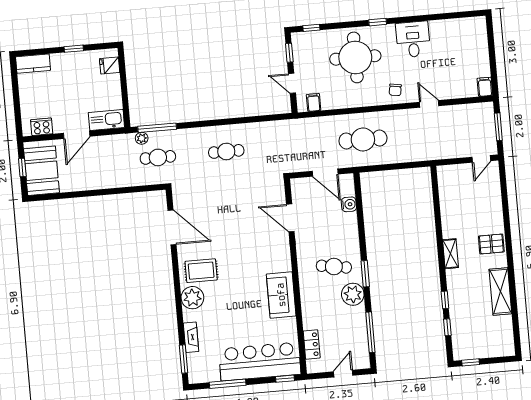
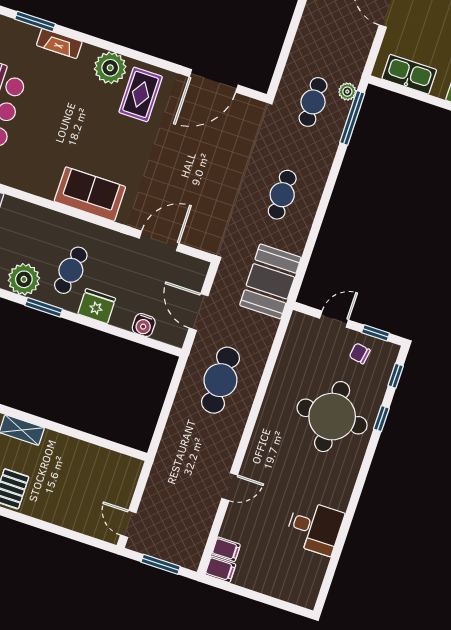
window: (378, 22) -> (381, 419), moved
desk: (413, 39) -> (315, 527), moved
chair: (395, 90) -> (360, 353), moved
filing cabinet: (314, 102) -> (226, 549), moved
kitchen sink: (106, 120) -> (409, 74), moved, turned -90
booth: (285, 135) -> (270, 281), added
door: (325, 173) -> (199, 312), hinge flipped
fridge: (350, 240) -> (97, 306), added
sofa: (281, 295) -> (90, 194), moved

